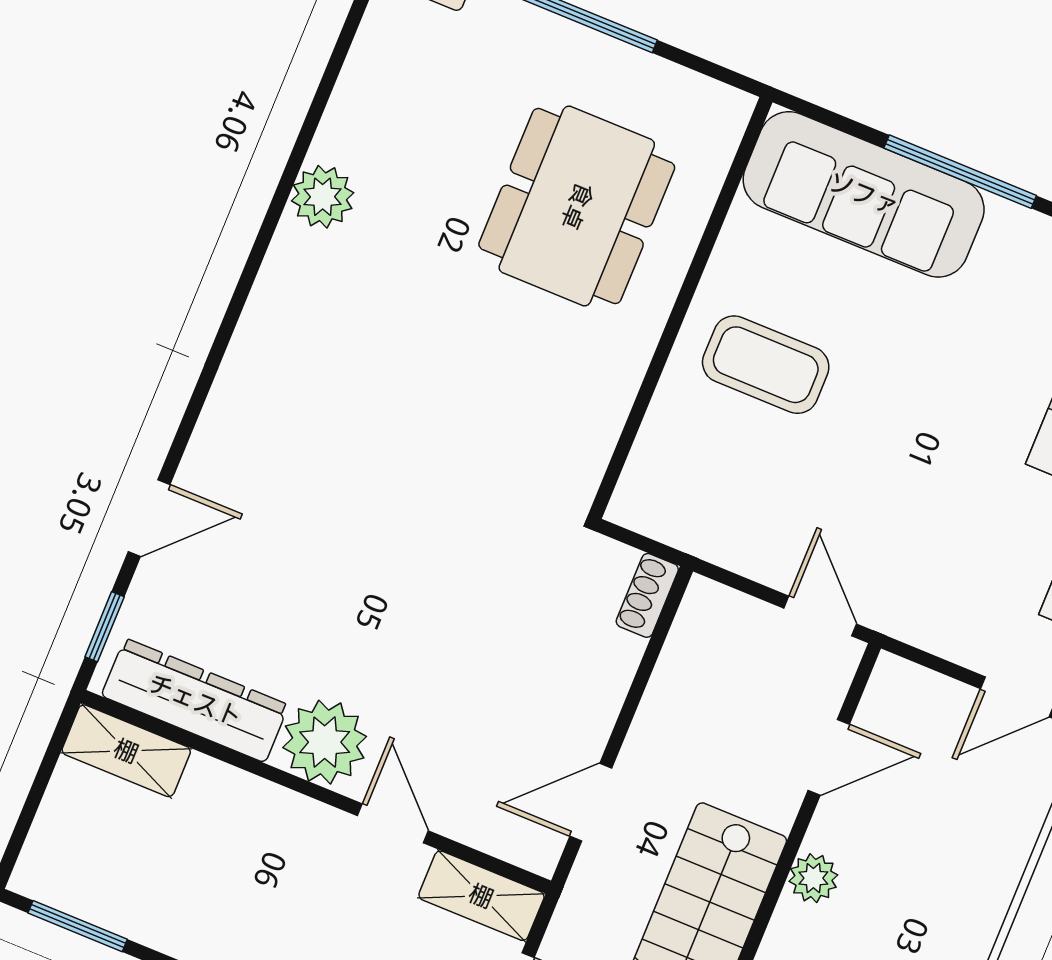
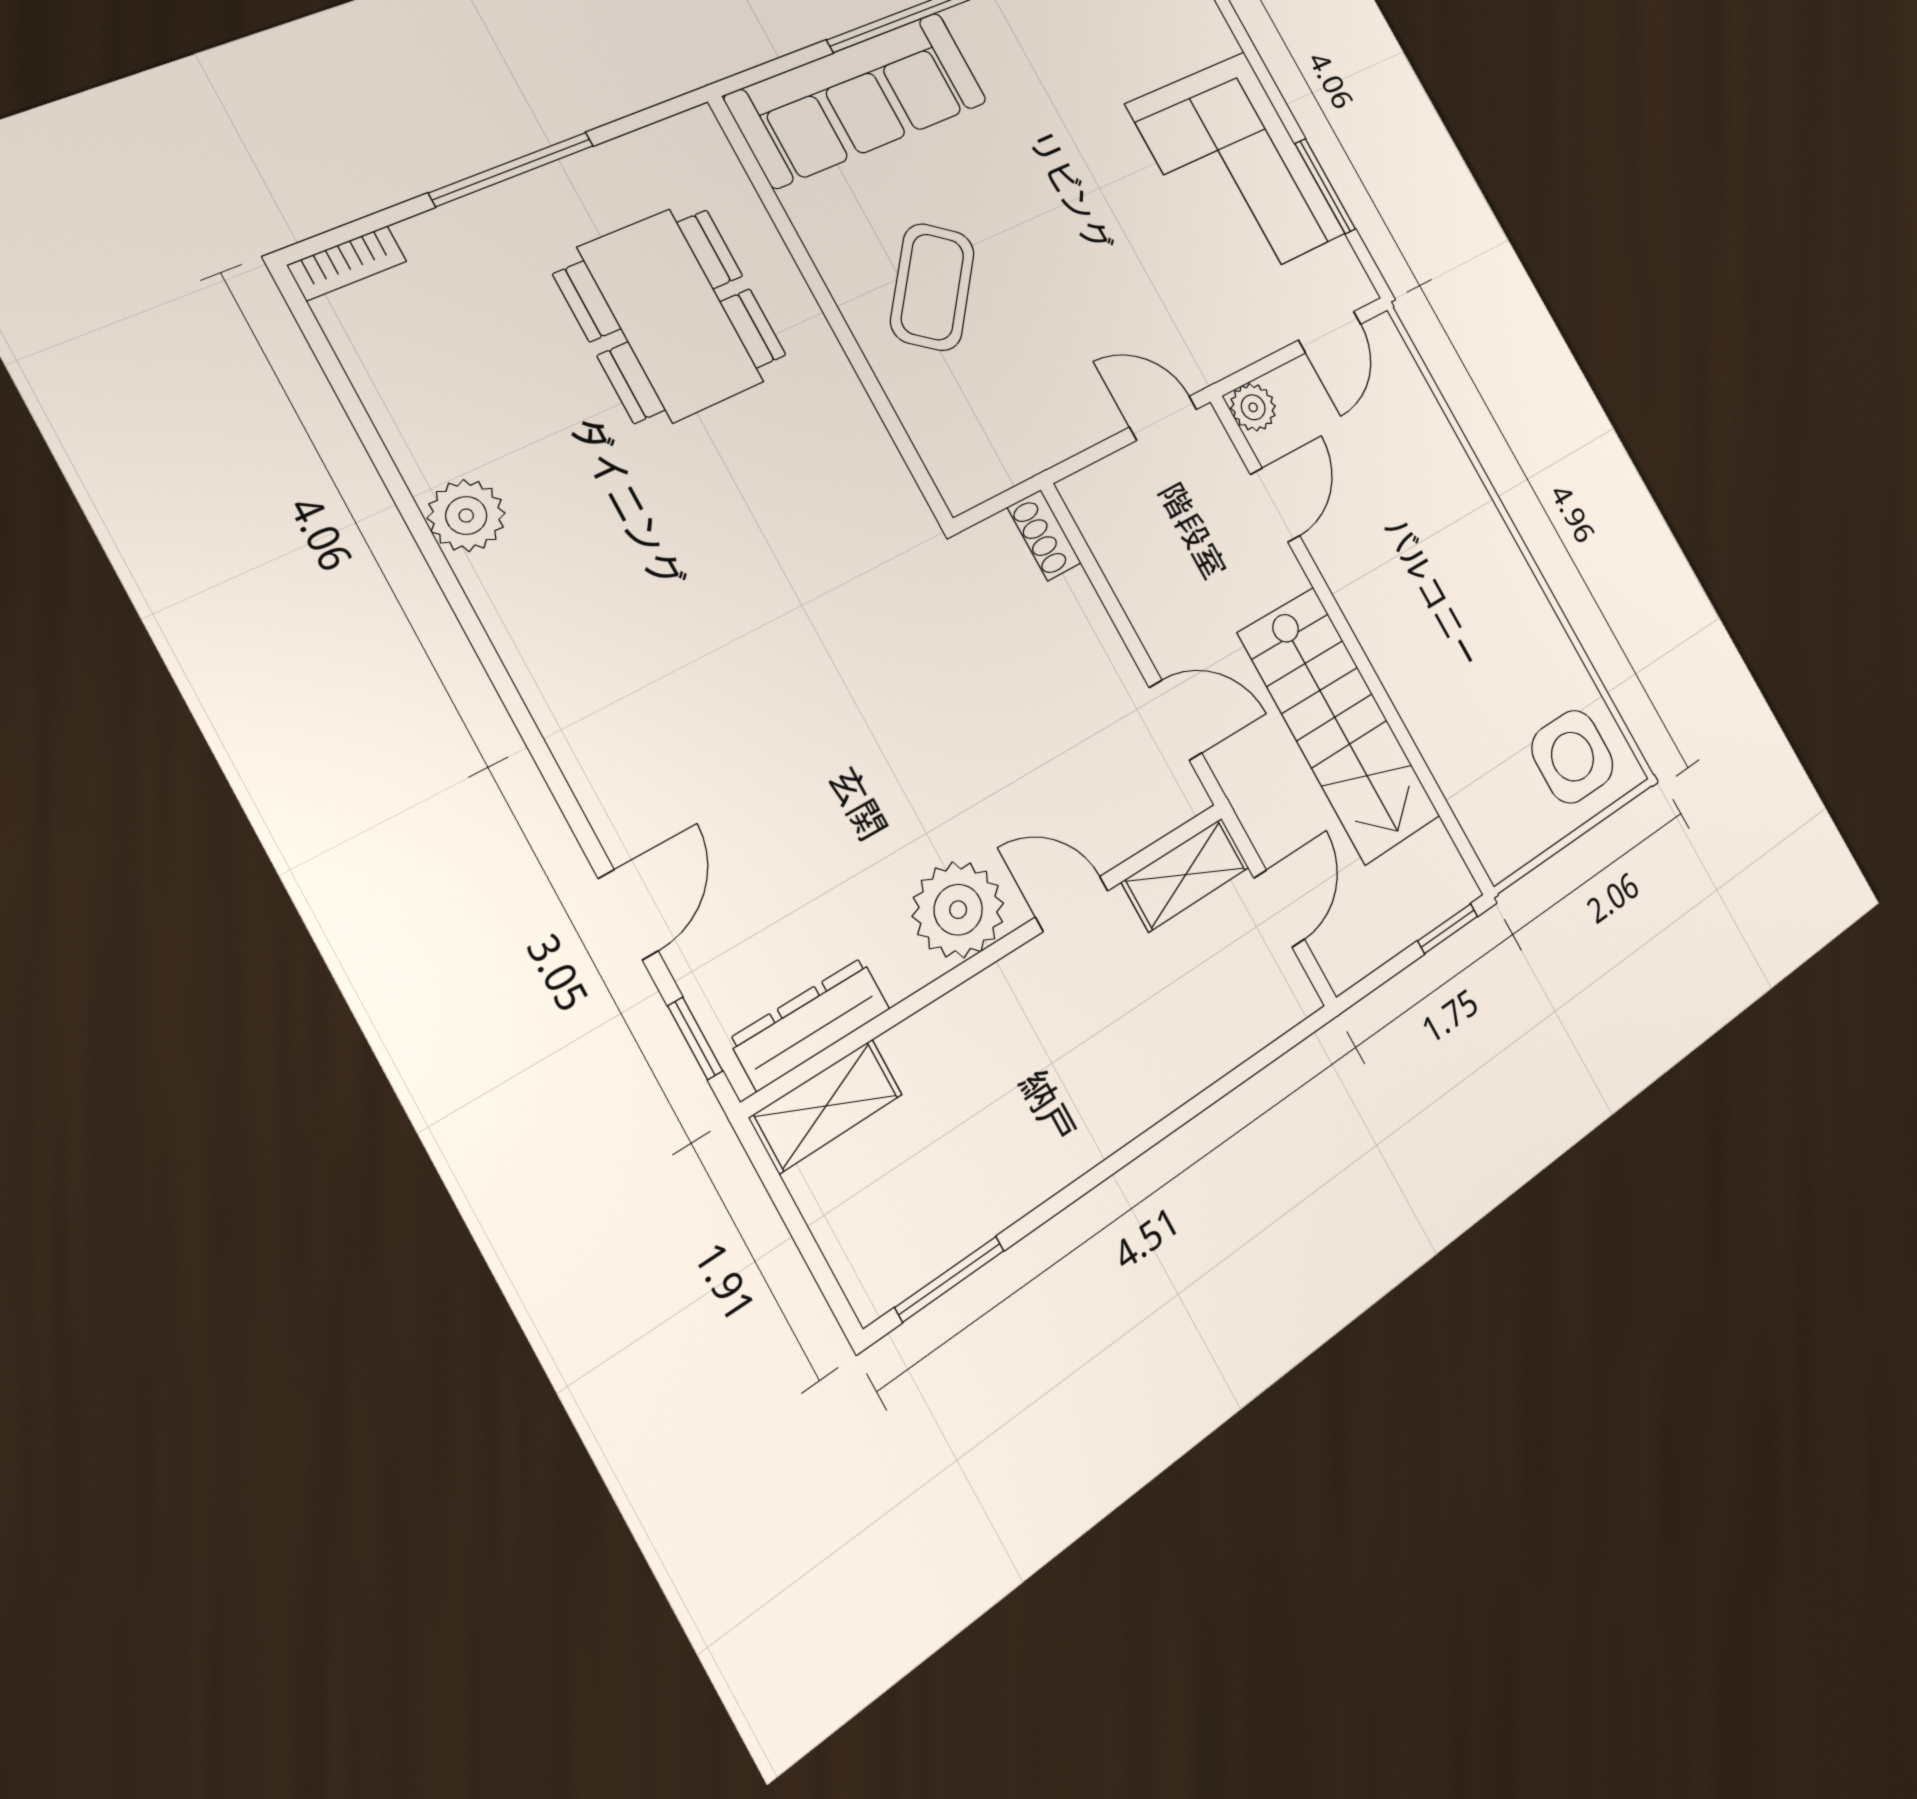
coffee table: (766, 365) -> (932, 287), turned -52
dresser: (195, 700) -> (810, 1024), width x0.73, depth x0.80
door: (591, 802) -> (1175, 720), swing flipped
plant: (813, 878) -> (1253, 407), moved

